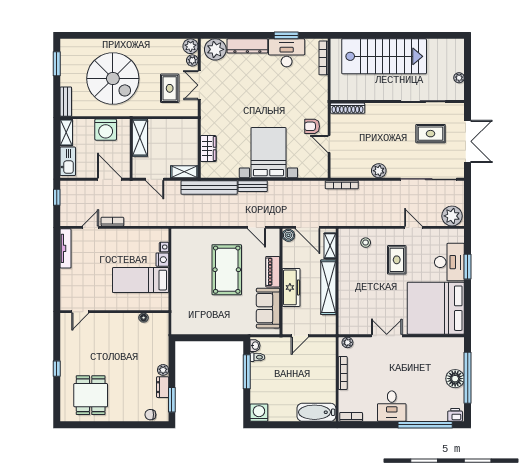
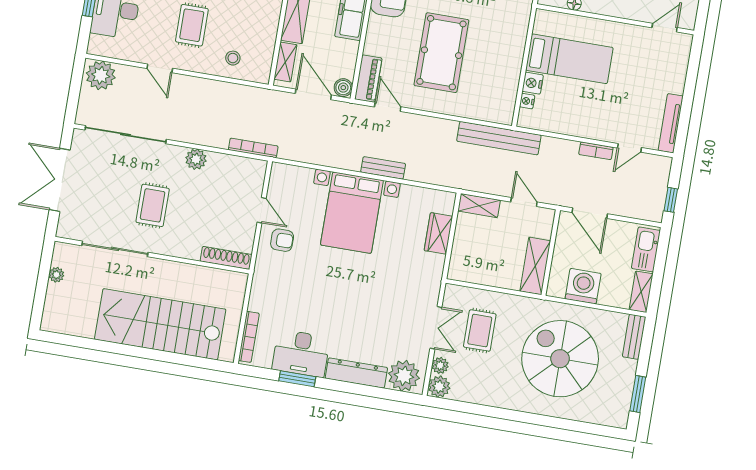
rug: (431, 134) -> (153, 205), moved, turned 90
bench: (209, 187) -> (499, 138), moved
piano: (273, 272) -> (368, 79), moved

